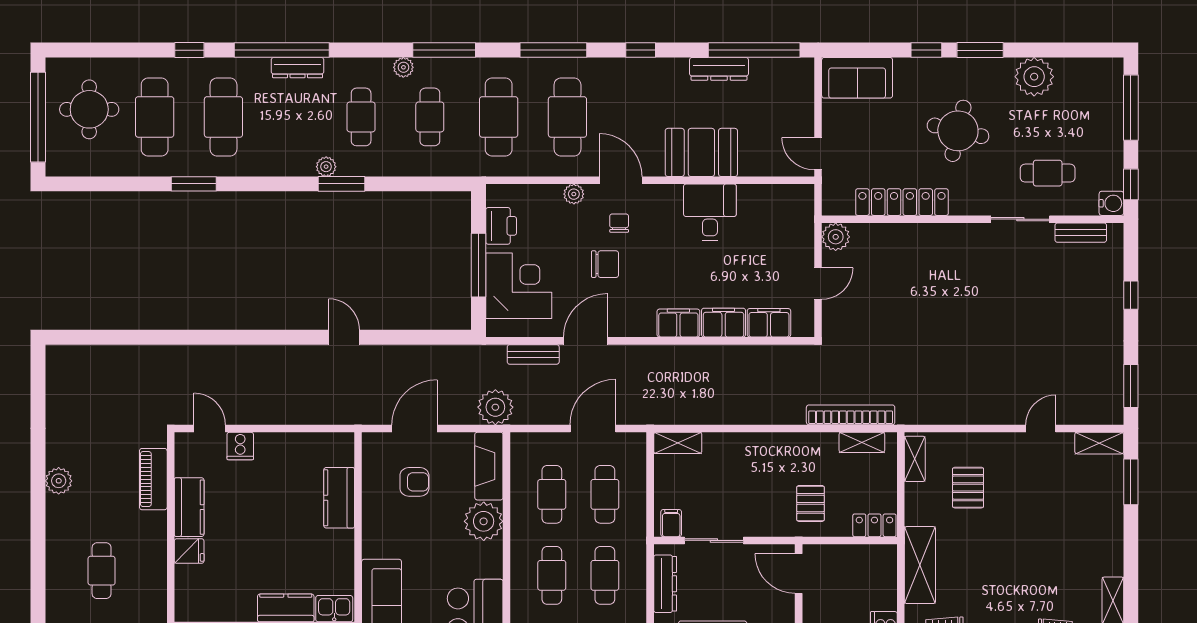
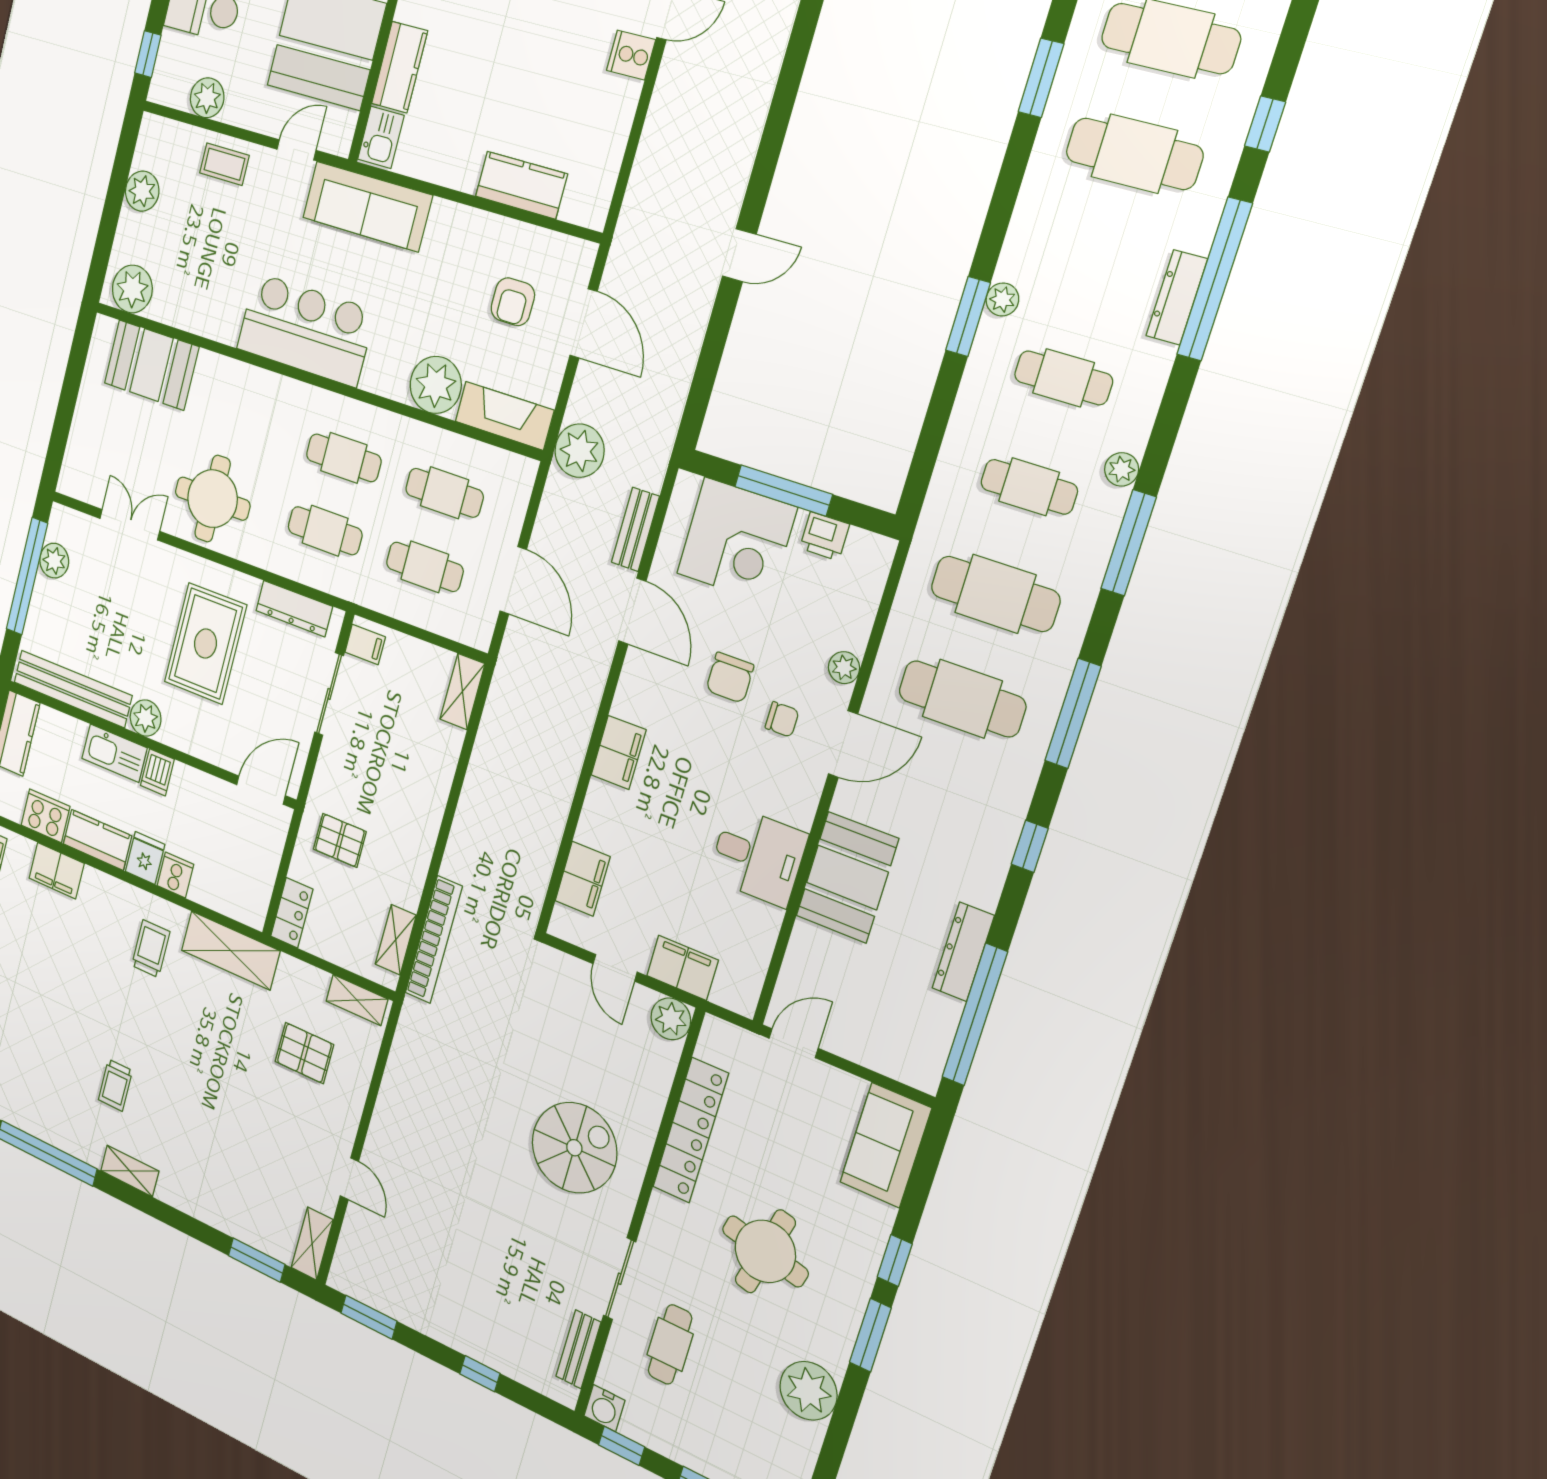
printer: (501, 226) -> (825, 536), width x0.73, depth x0.81
spiral stairs: (948, 276) -> (574, 1148), added
filing cabinet: (724, 323) -> (682, 968), moved, turned -90

